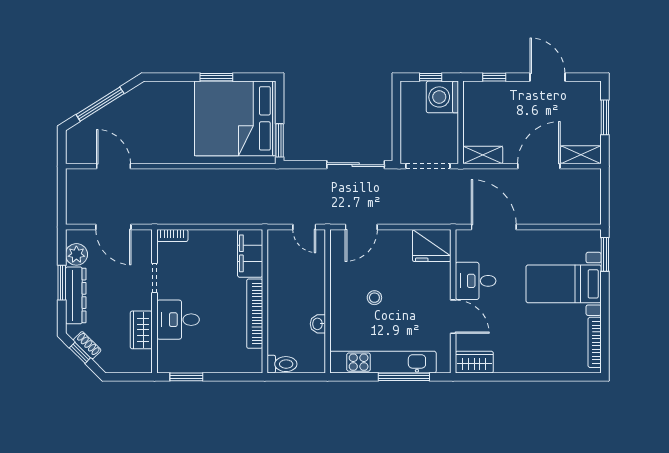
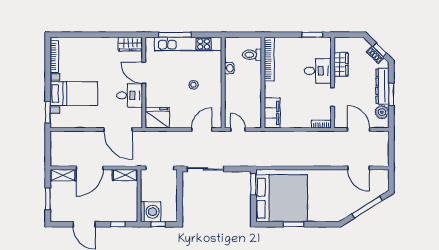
bookcase: (255, 314) -> (269, 59), moved
toilet: (282, 364) -> (252, 55), moved

